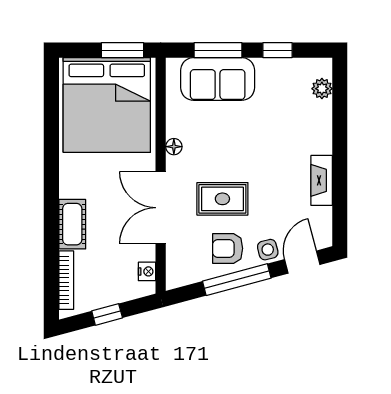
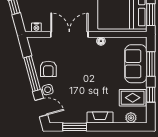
fireplace: (322, 180) -> (100, 118), moved
window: (340, 197) -> (75, 127), added
rug: (222, 199) -> (133, 98), moved, turned 90
armchair: (228, 248) -> (48, 69), turned 180

